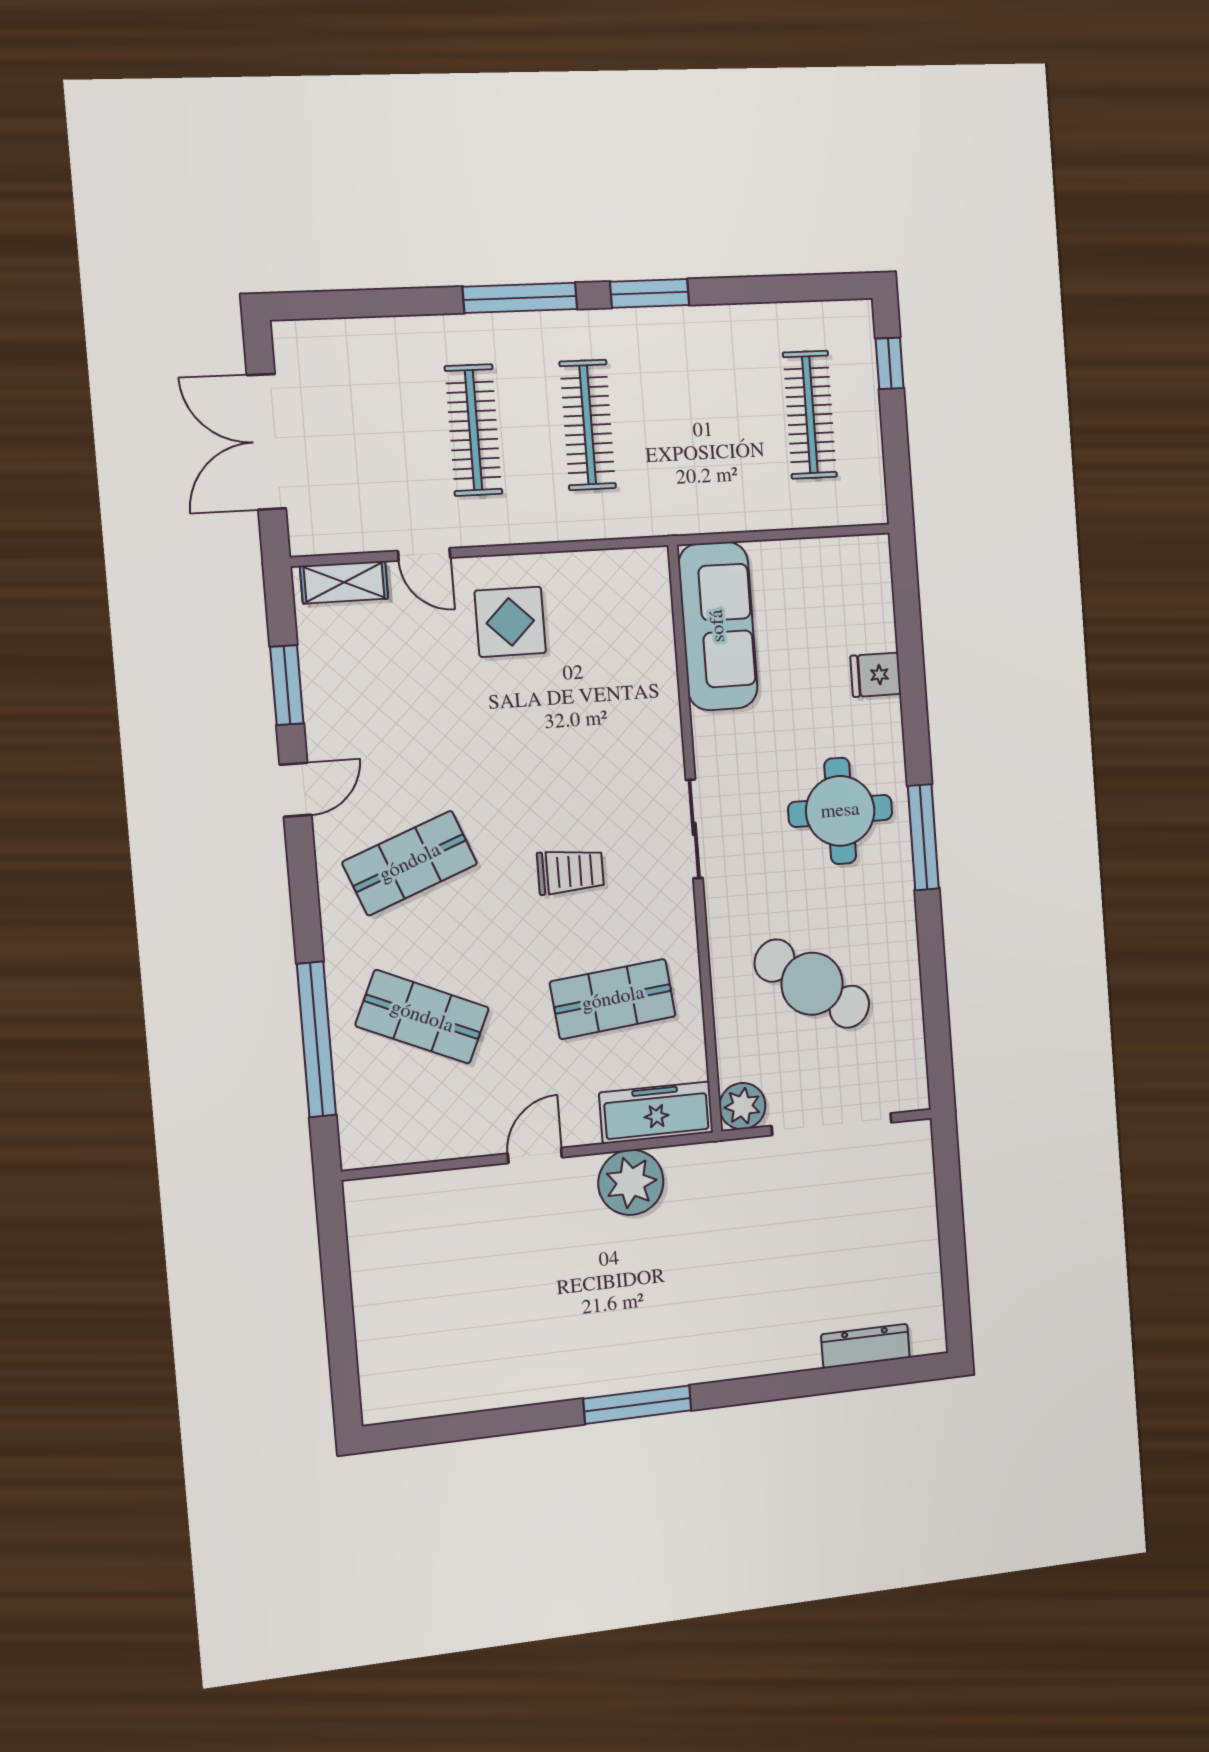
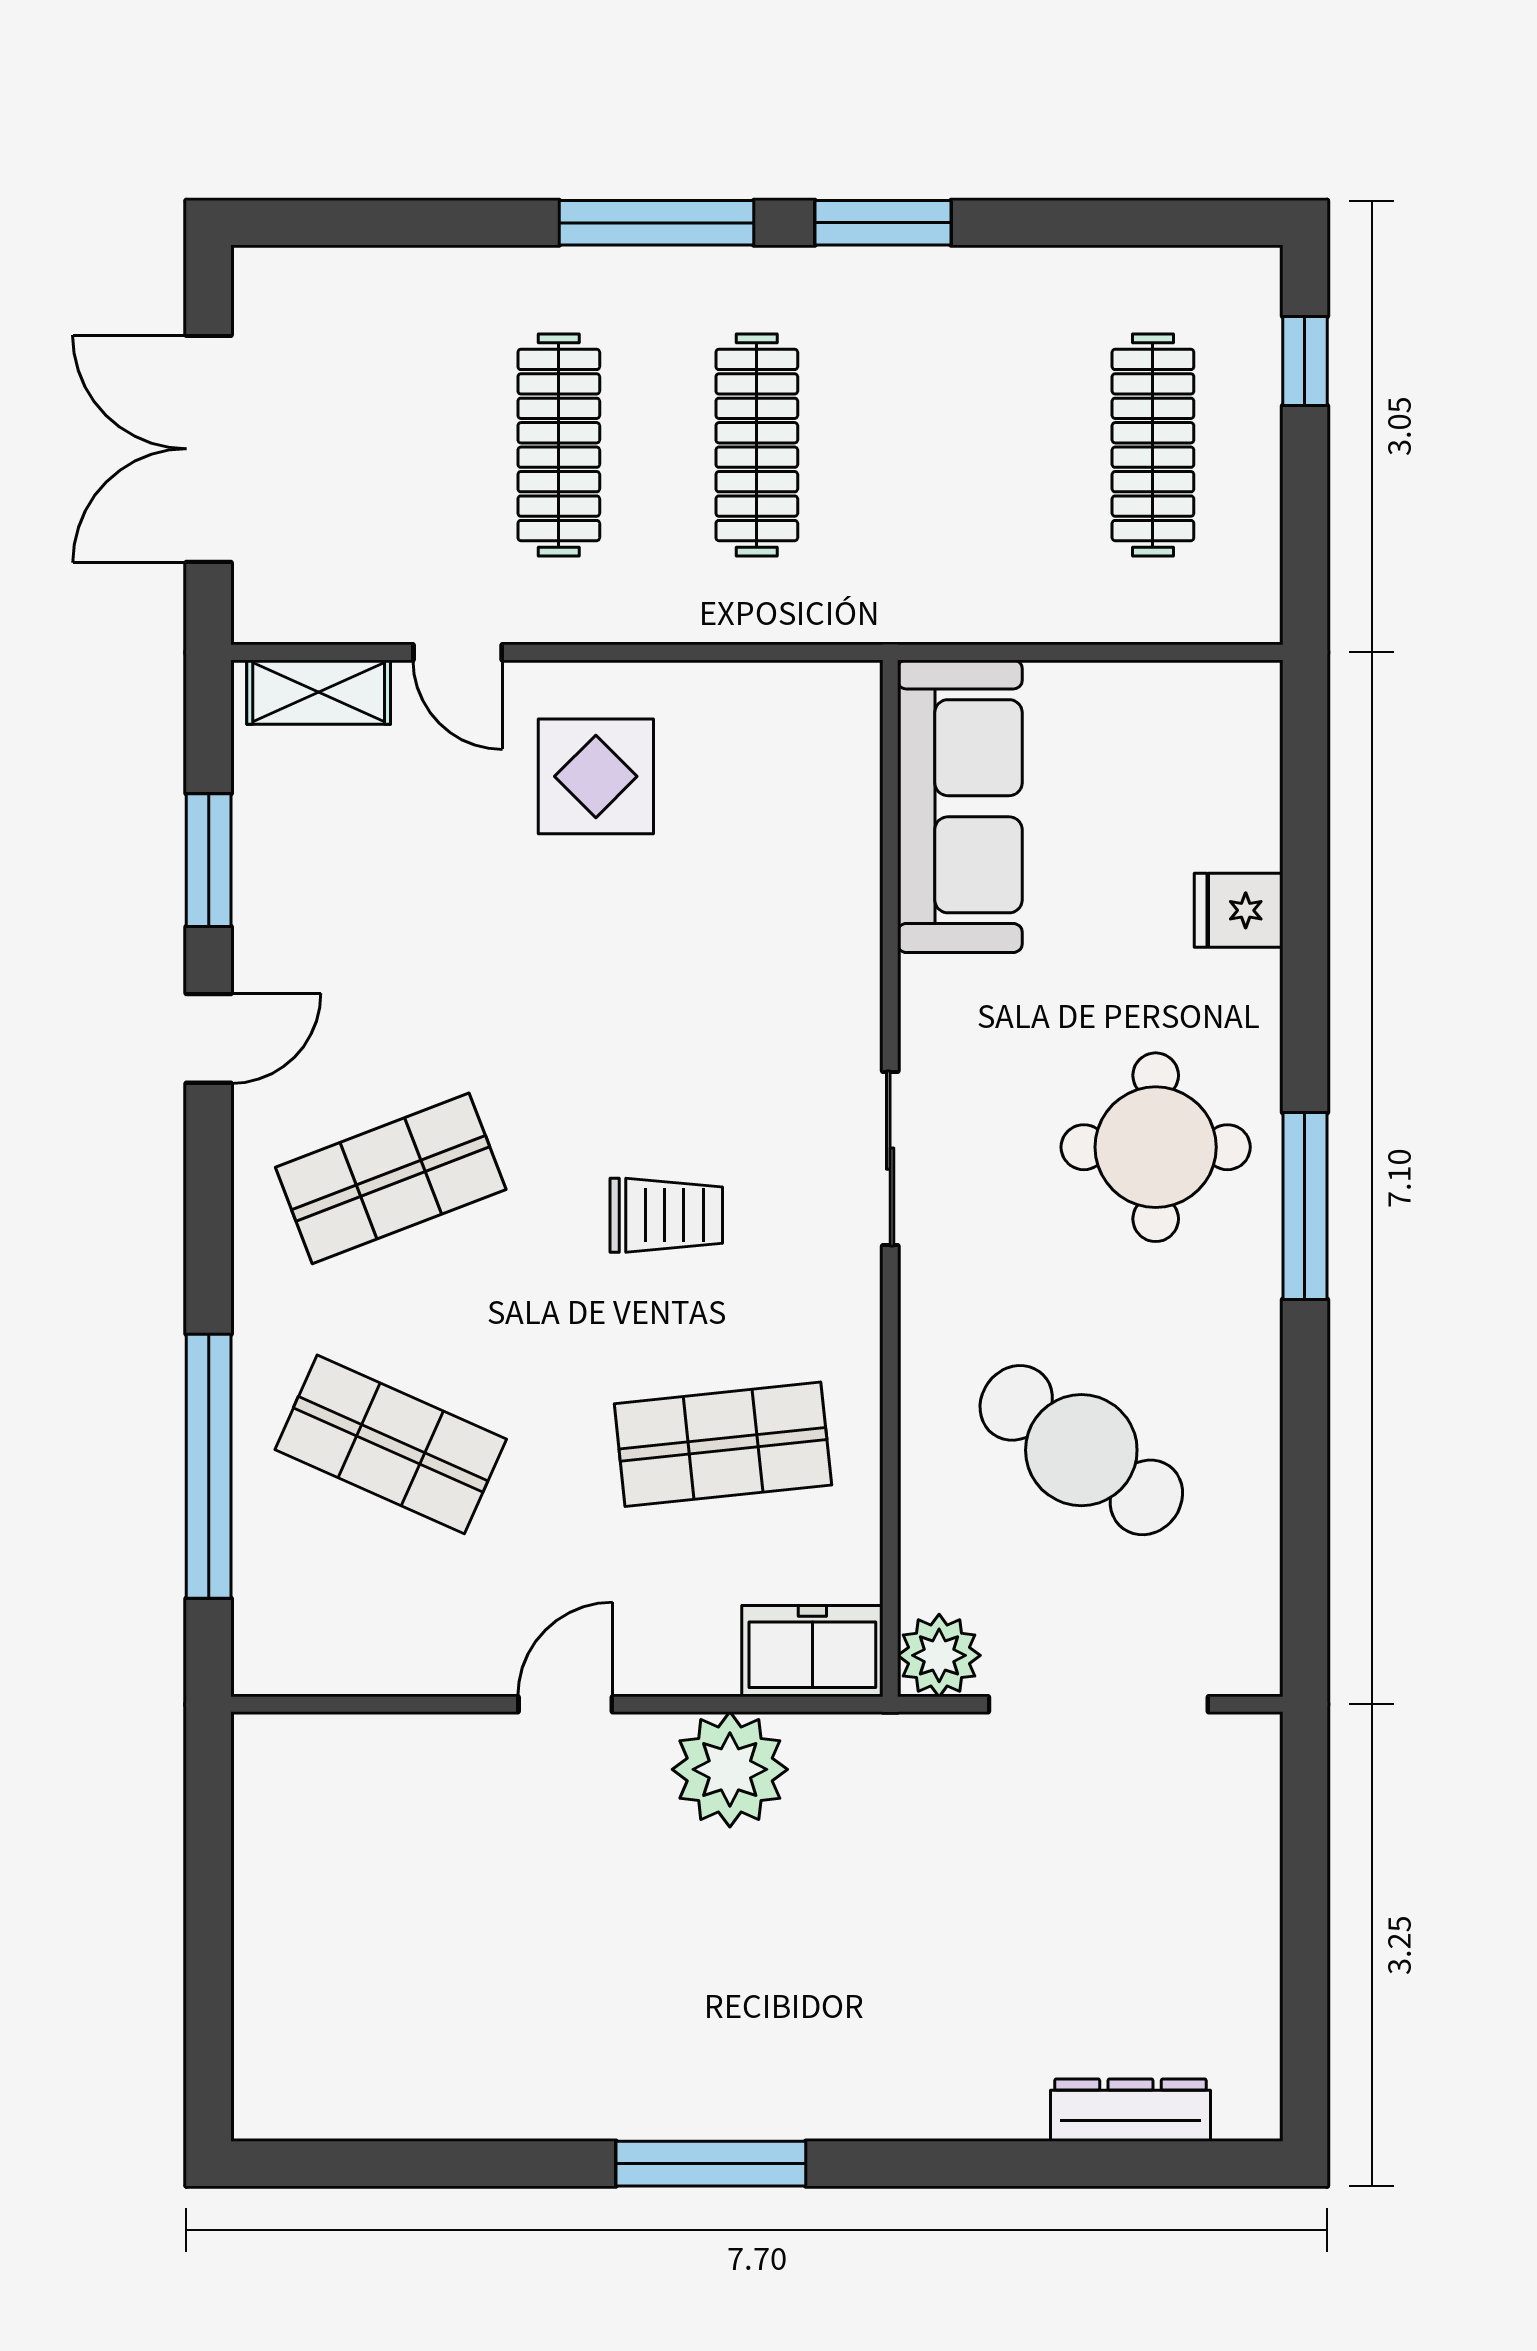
freezer: (656, 1113) -> (812, 1651), width x0.71

